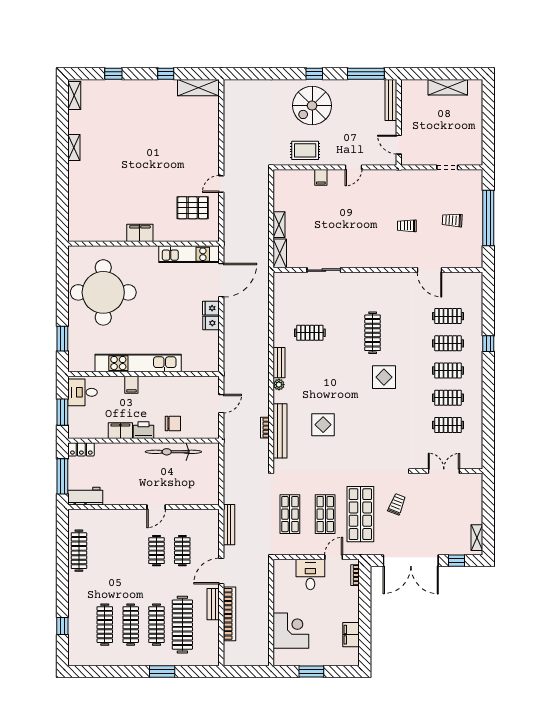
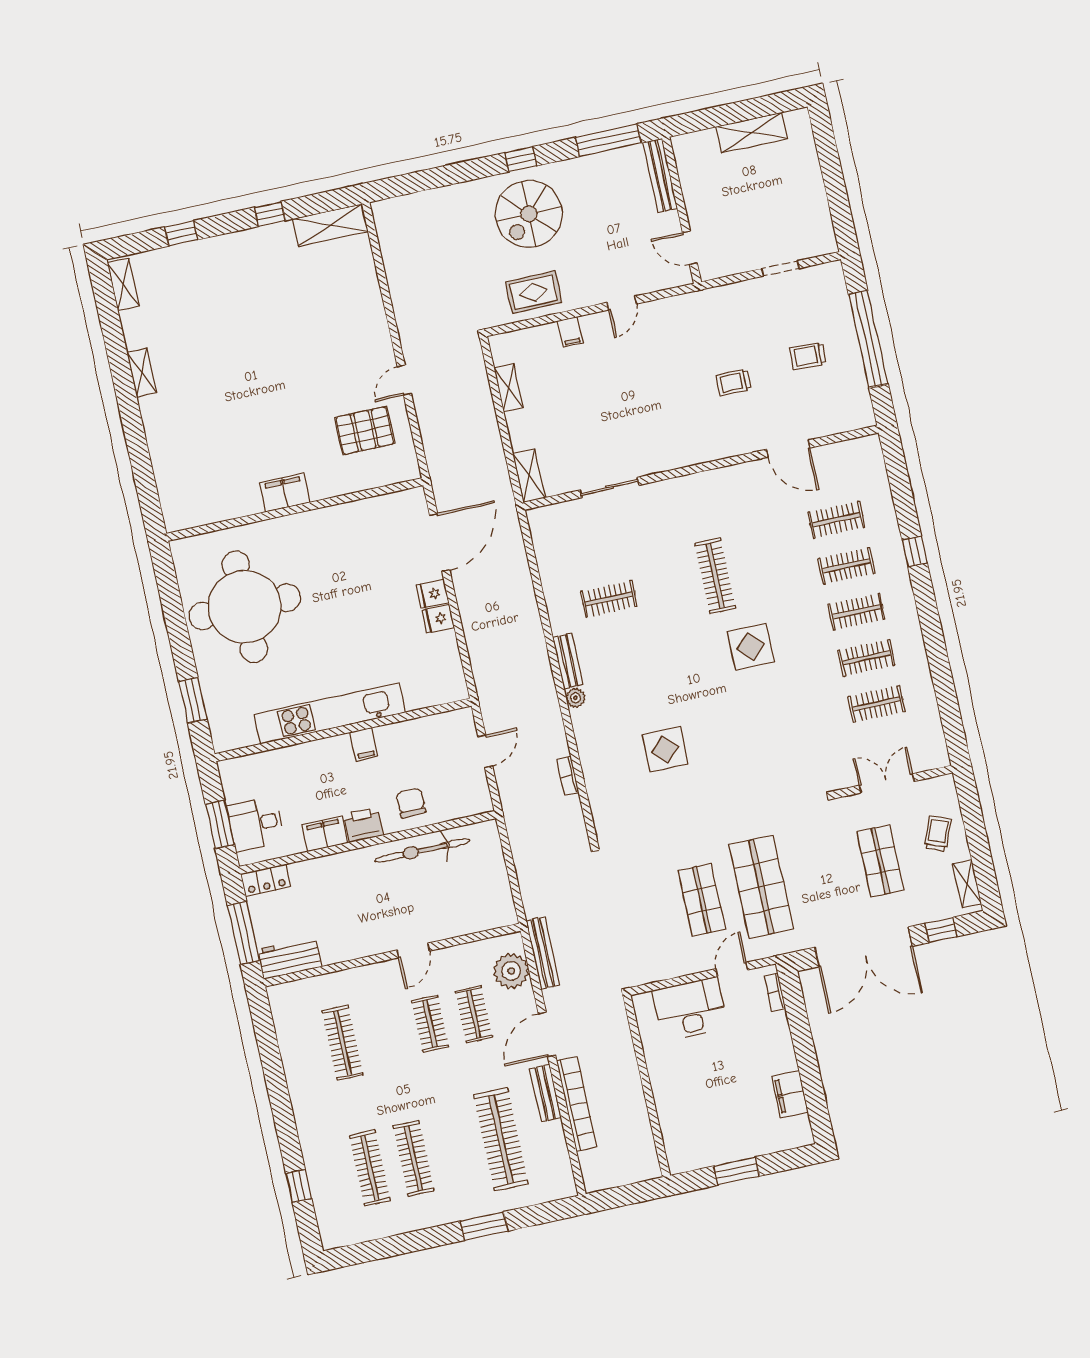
shelving: (279, 225) -> (508, 388), moved
kitchen unit: (189, 254) -> (376, 511), removed
filing cabinet: (131, 385) -> (364, 744), moved
desk: (83, 392) -> (255, 824), moved
chair: (173, 424) -> (411, 803), turned -90
bench: (280, 431) -> (595, 776), removed
trolley: (397, 504) -> (938, 834), moved
shop shelf: (290, 514) -> (880, 861), moved
plant: (209, 531) -> (511, 971), added
clothes rail: (79, 551) -> (343, 1043), moved
desk: (310, 574) -> (690, 1009), width x1.37
clothes rail: (157, 625) -> (457, 1149), removed
corner desk: (291, 631) -> (687, 1109), removed

